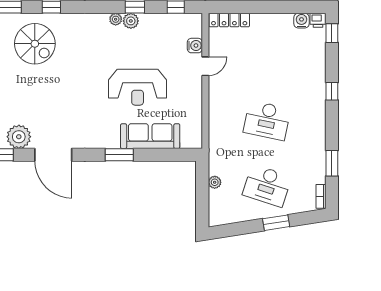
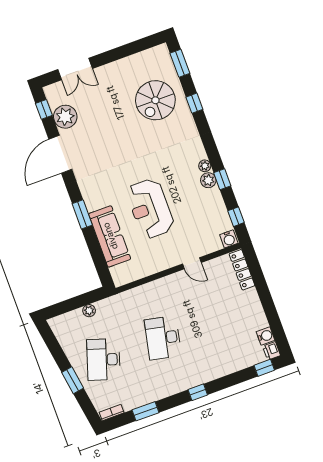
water cooler: (195, 46) -> (229, 239), moved
window: (332, 91) -> (198, 392), moved

